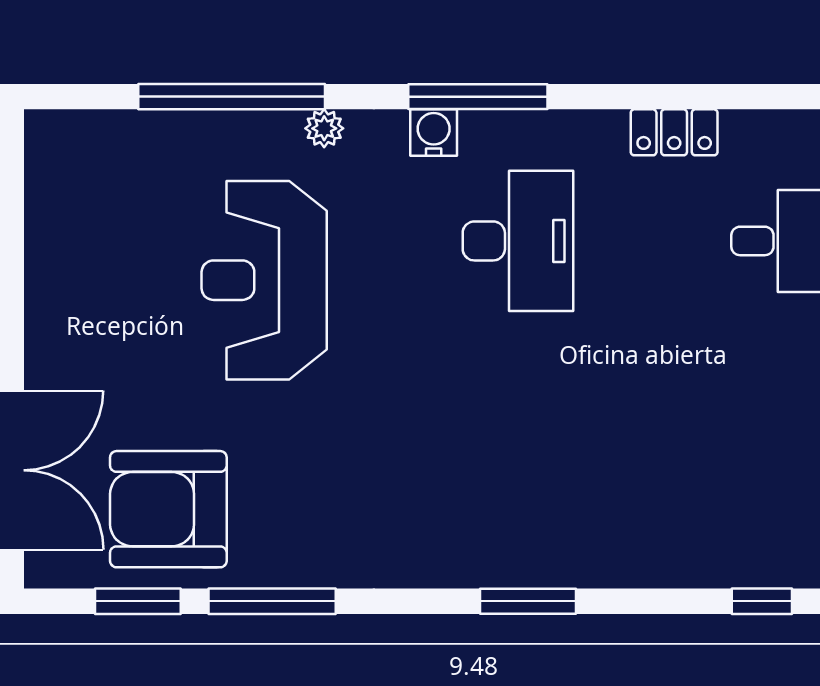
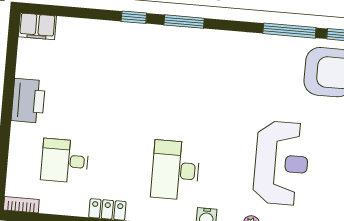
window: (762, 601) -> (134, 17), moved

